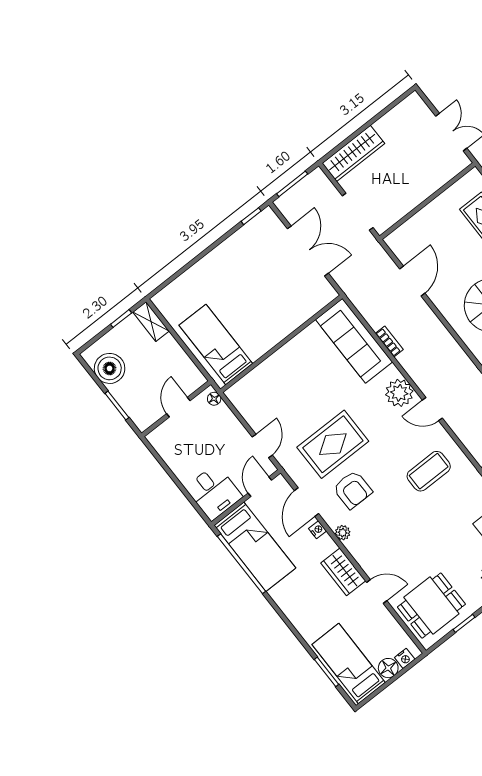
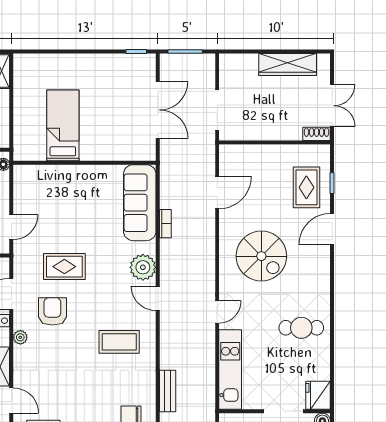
wardrobe: (353, 153) -> (288, 64), moved
shoe rack: (457, 166) -> (317, 134), added
bed: (216, 344) -> (63, 125), moved
rug: (333, 444) -> (64, 267), width x0.73, depth x0.70
armchair: (353, 490) -> (52, 311), turned 180

